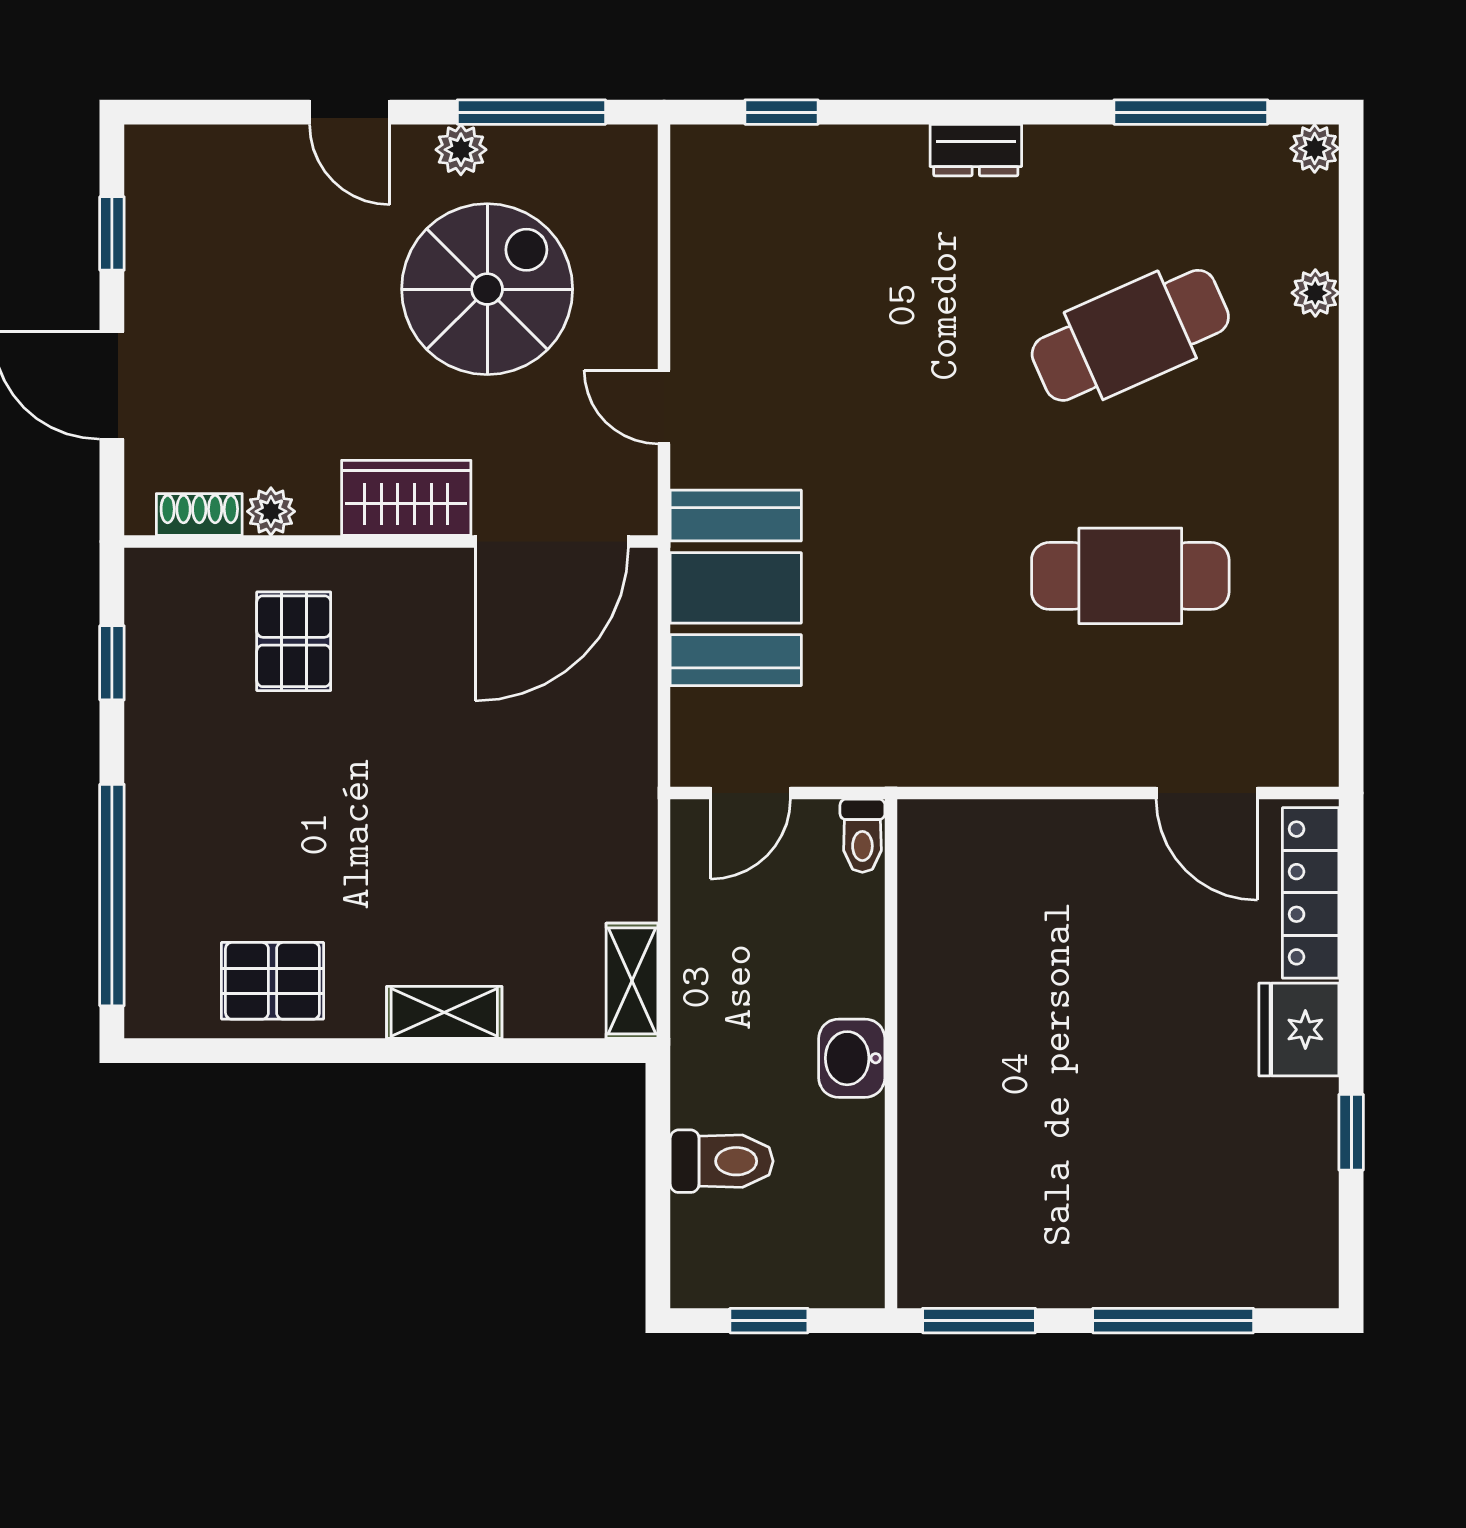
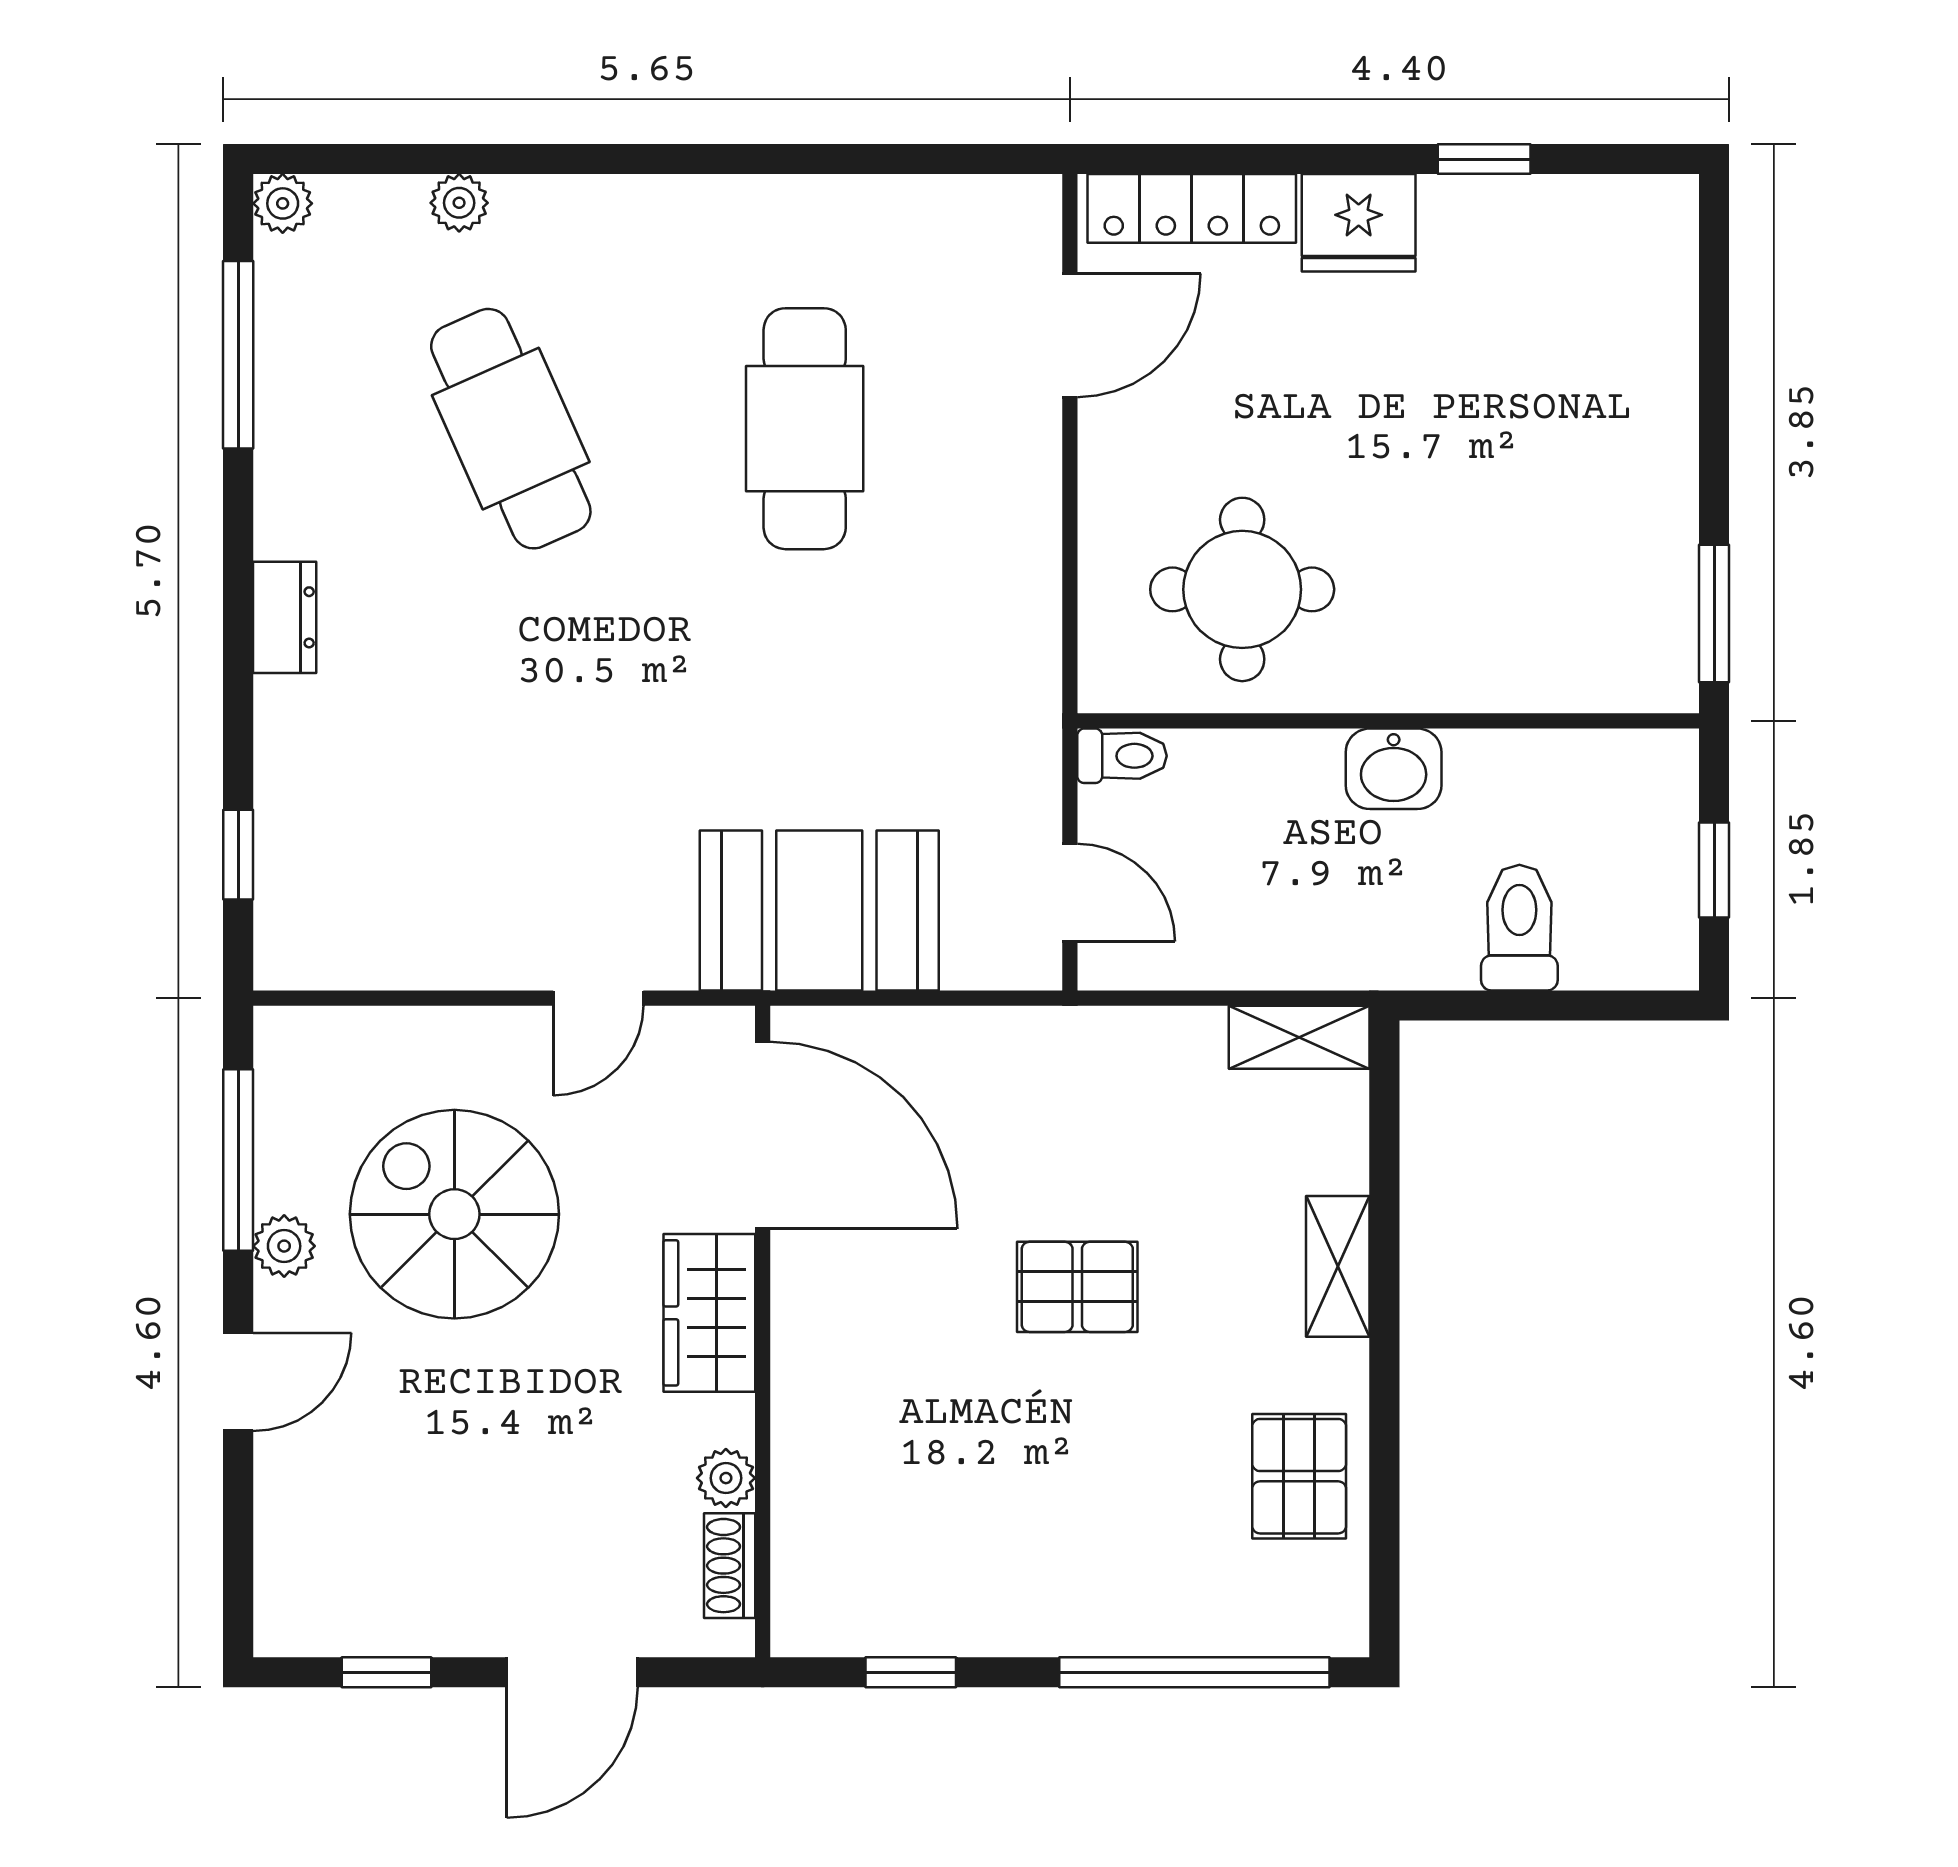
pallet: (294, 641) -> (1077, 1287), moved
round table: (999, 934) -> (1242, 589), added
window: (1173, 1321) -> (1714, 376), removed

